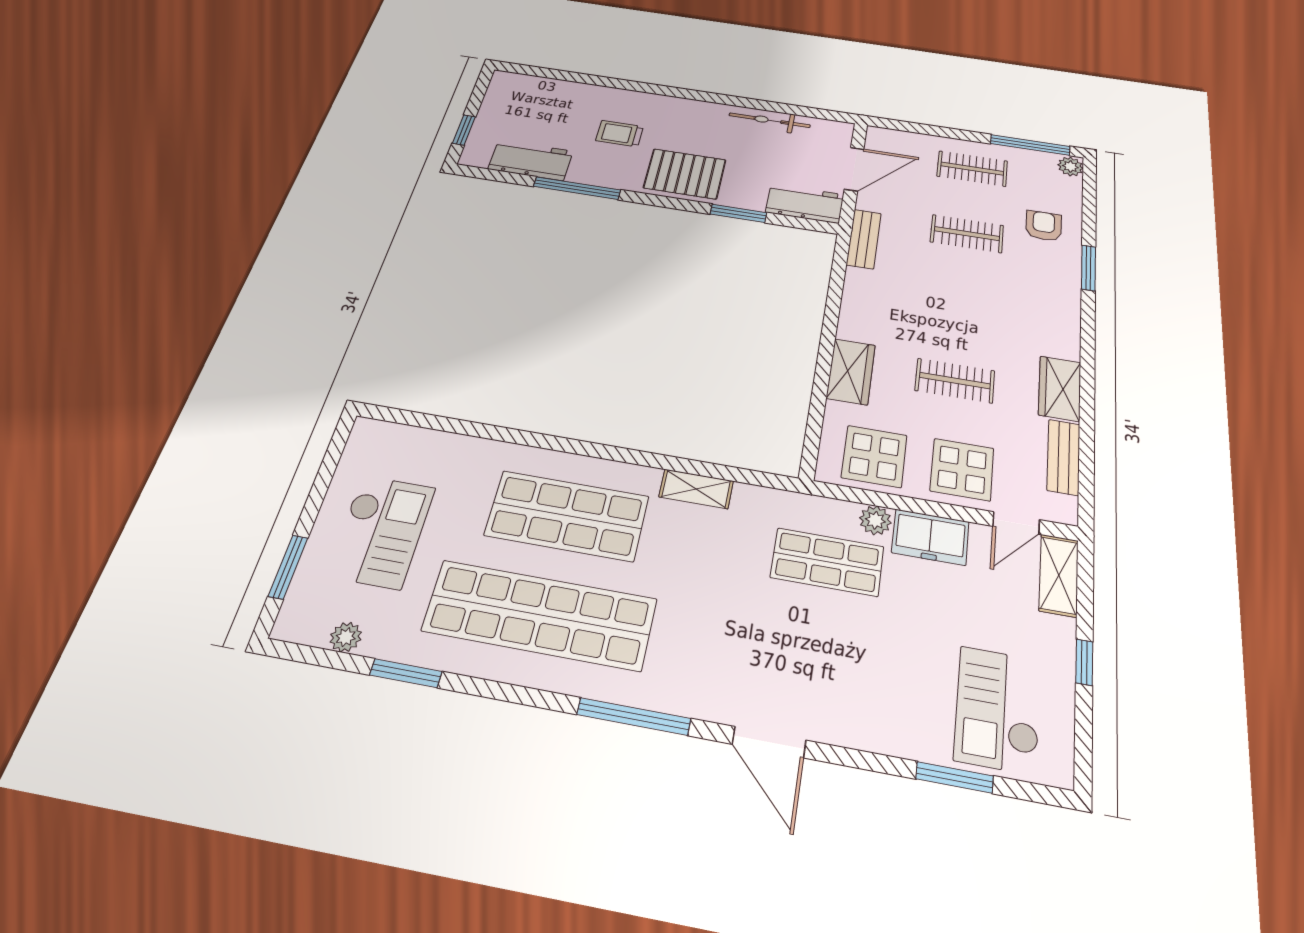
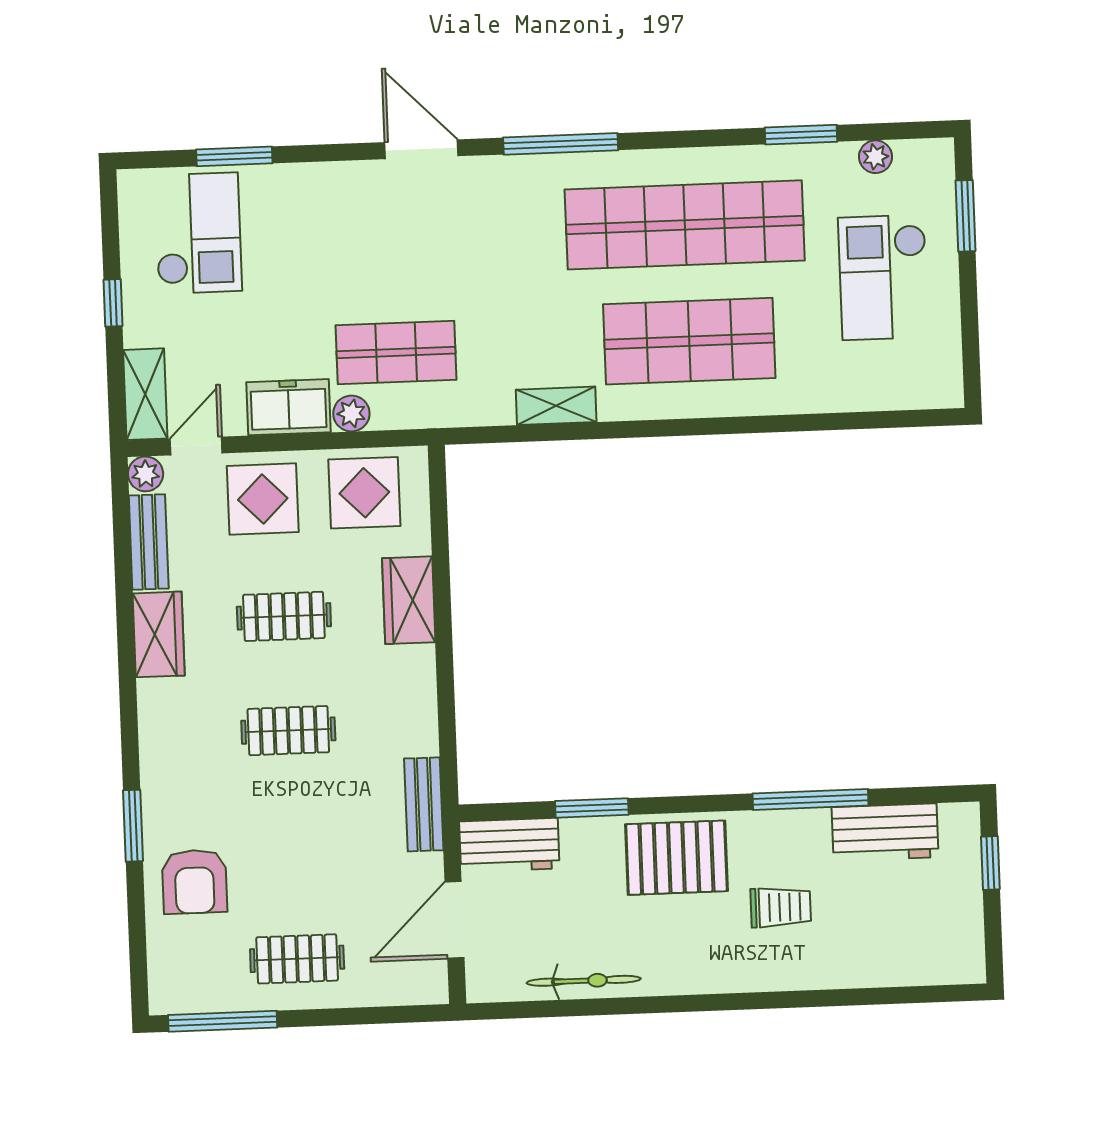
plant: (1070, 167) -> (146, 474), moved
armchair: (1044, 226) -> (195, 882), width x1.38, depth x1.38
clothes rail: (967, 234) -> (288, 731), moved

